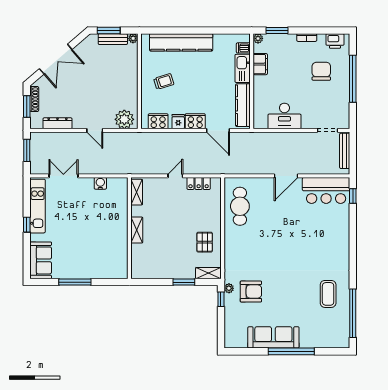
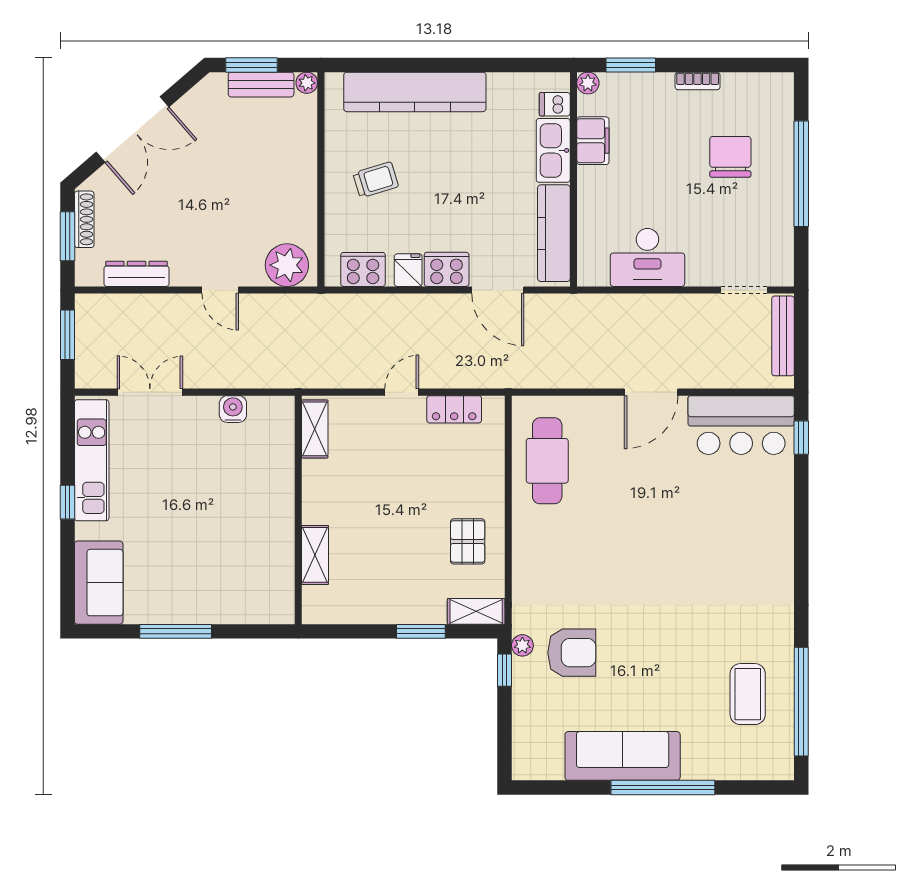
printer: (335, 41) -> (761, 89), removed
shelving: (137, 230) -> (315, 555), moved
coffee table: (328, 294) -> (748, 694), moved

